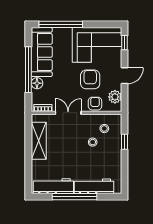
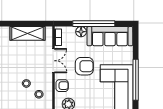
window: (61, 24) -> (136, 80), moved
armchair: (90, 79) -> (84, 66), moved

